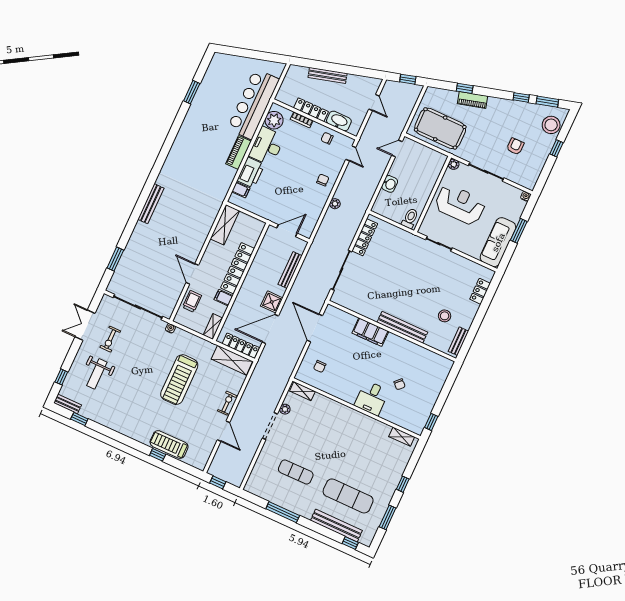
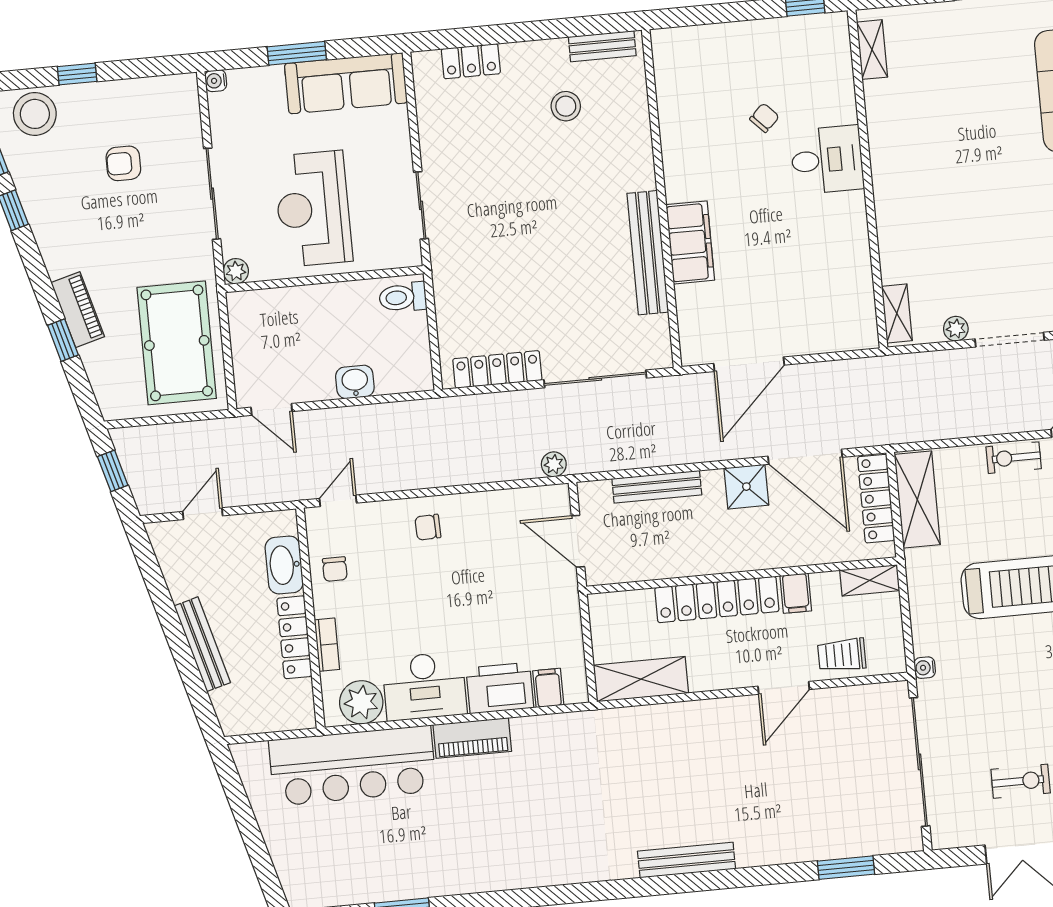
plant: (335, 204) -> (554, 464), moved
bench: (402, 327) -> (648, 253), moved
chair: (320, 366) -> (824, 307), removed

